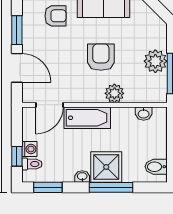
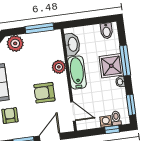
armchair: (101, 57) -> (44, 93), moved
plant: (155, 61) -> (15, 43), moved
washbasin: (144, 114) -> (72, 44), width x1.91, depth x1.45
bathtub: (87, 118) -> (77, 72), moved

